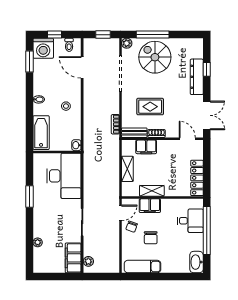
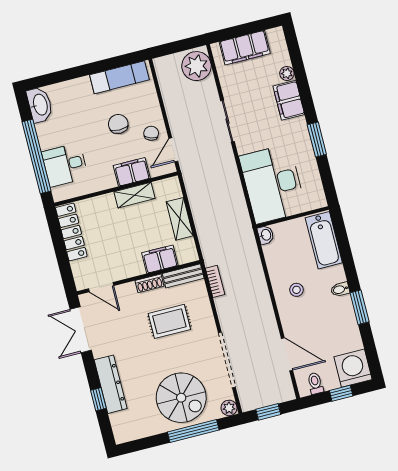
window: (29, 61) -> (360, 307), moved
filing cabinet: (41, 225) -> (289, 100), added
filing cabinet: (73, 258) -> (245, 48), moved, turned 90
plant: (88, 261) -> (197, 66), width x1.87, depth x1.87

